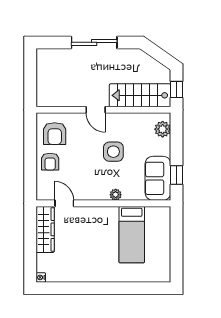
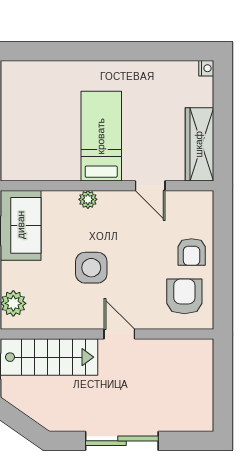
armchair: (50, 162) -> (192, 252), turned 180
door: (64, 203) -> (150, 186), moved
bed: (132, 235) -> (101, 136), moved

